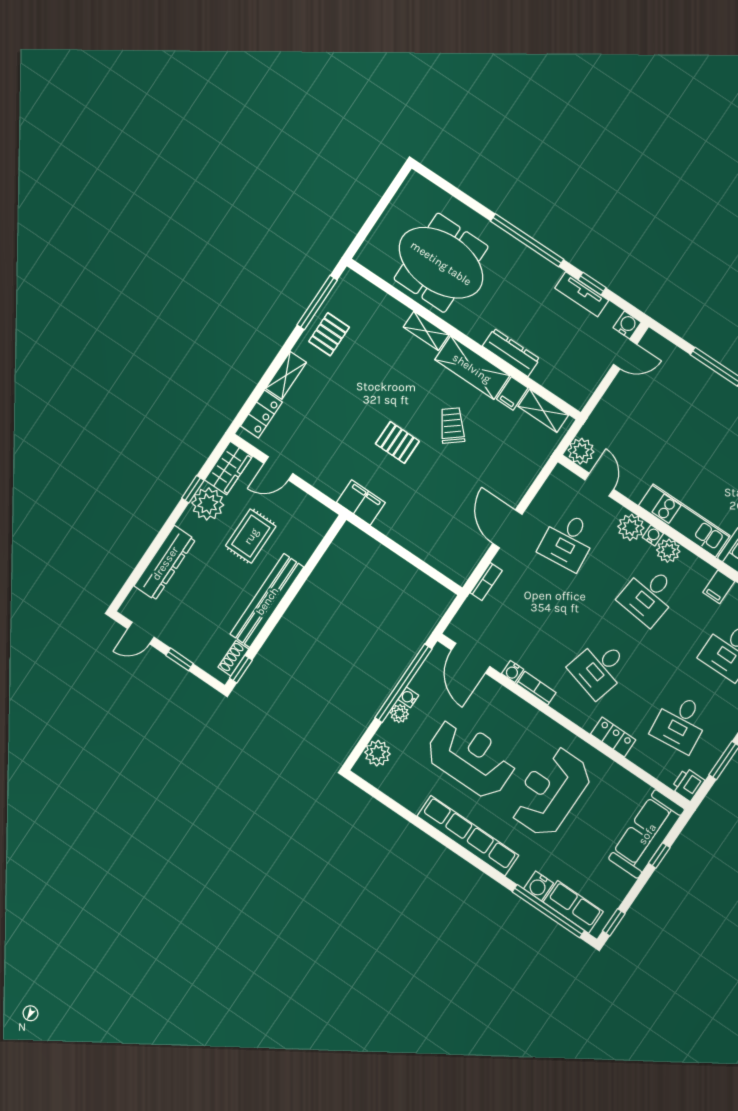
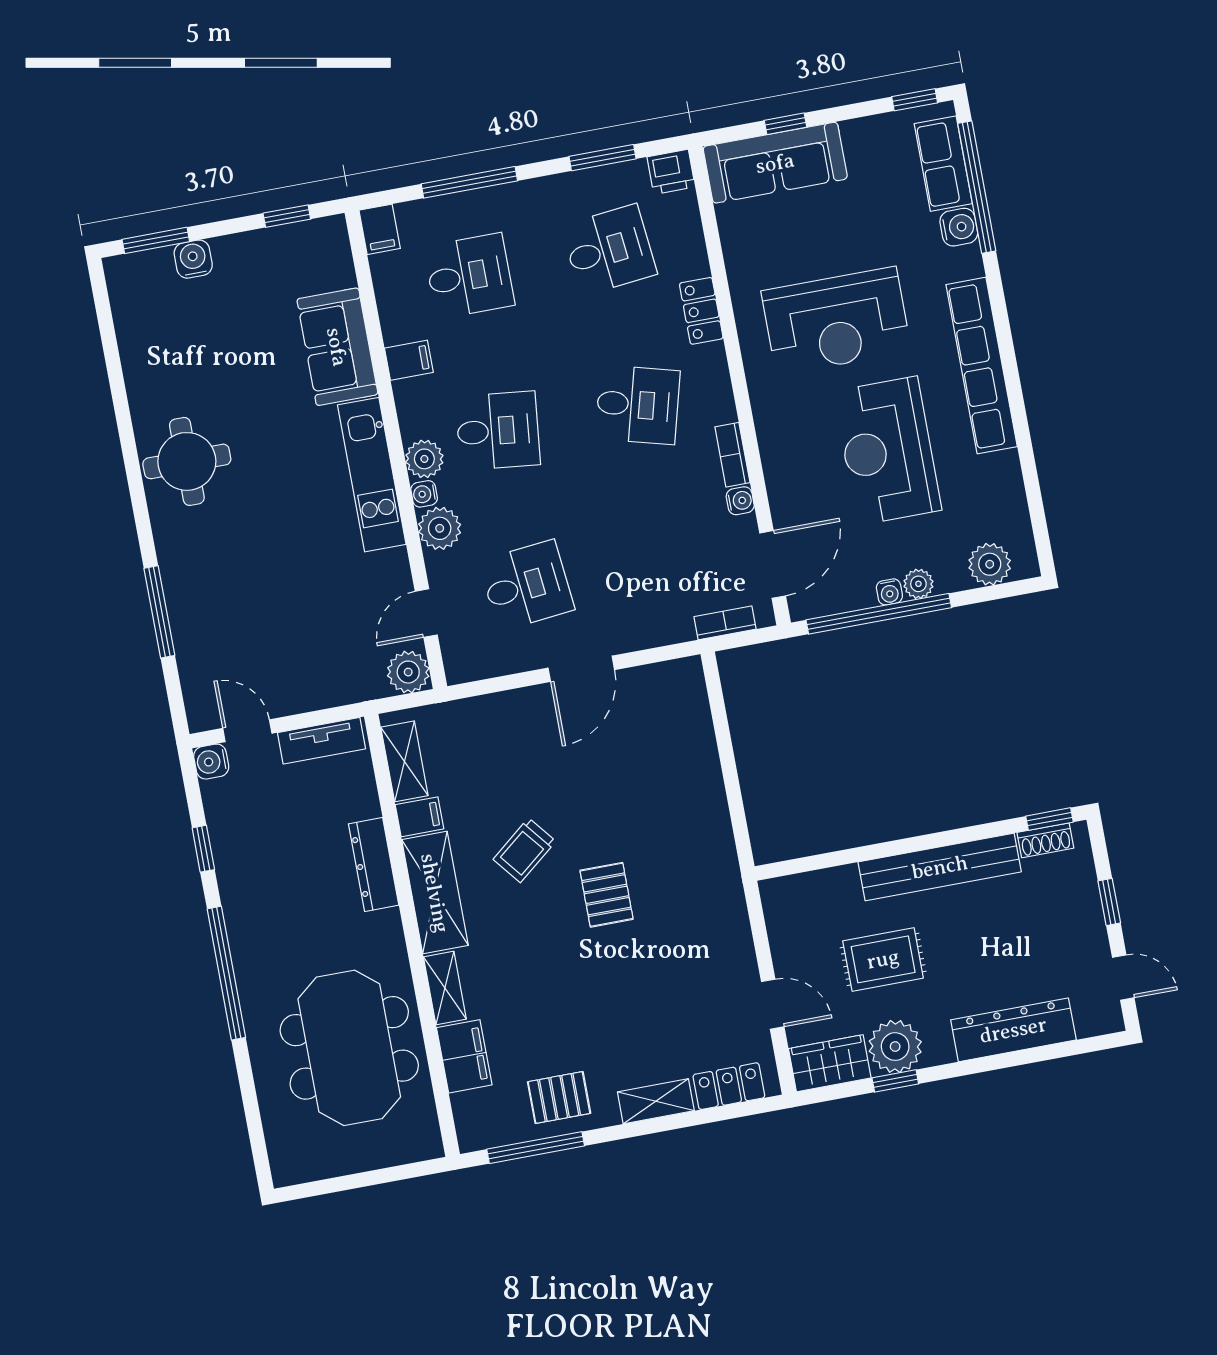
tv unit: (582, 294) -> (321, 741), moved, turned 90
filing cabinet: (361, 502) -> (464, 1056), moved, turned 180
bookcase: (486, 582) -> (725, 623), moved

